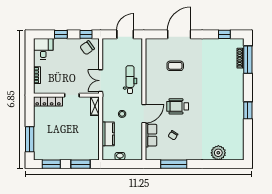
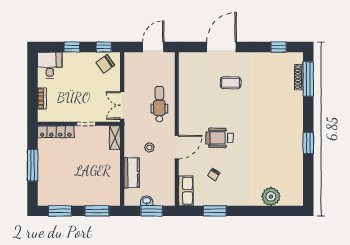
coffee table: (175, 66) -> (231, 83), moved
row of seats: (151, 135) -> (186, 191), moved
window: (30, 139) -> (33, 165), moved
window: (124, 164) -> (152, 211), added
window: (174, 164) -> (215, 211), width x0.69

